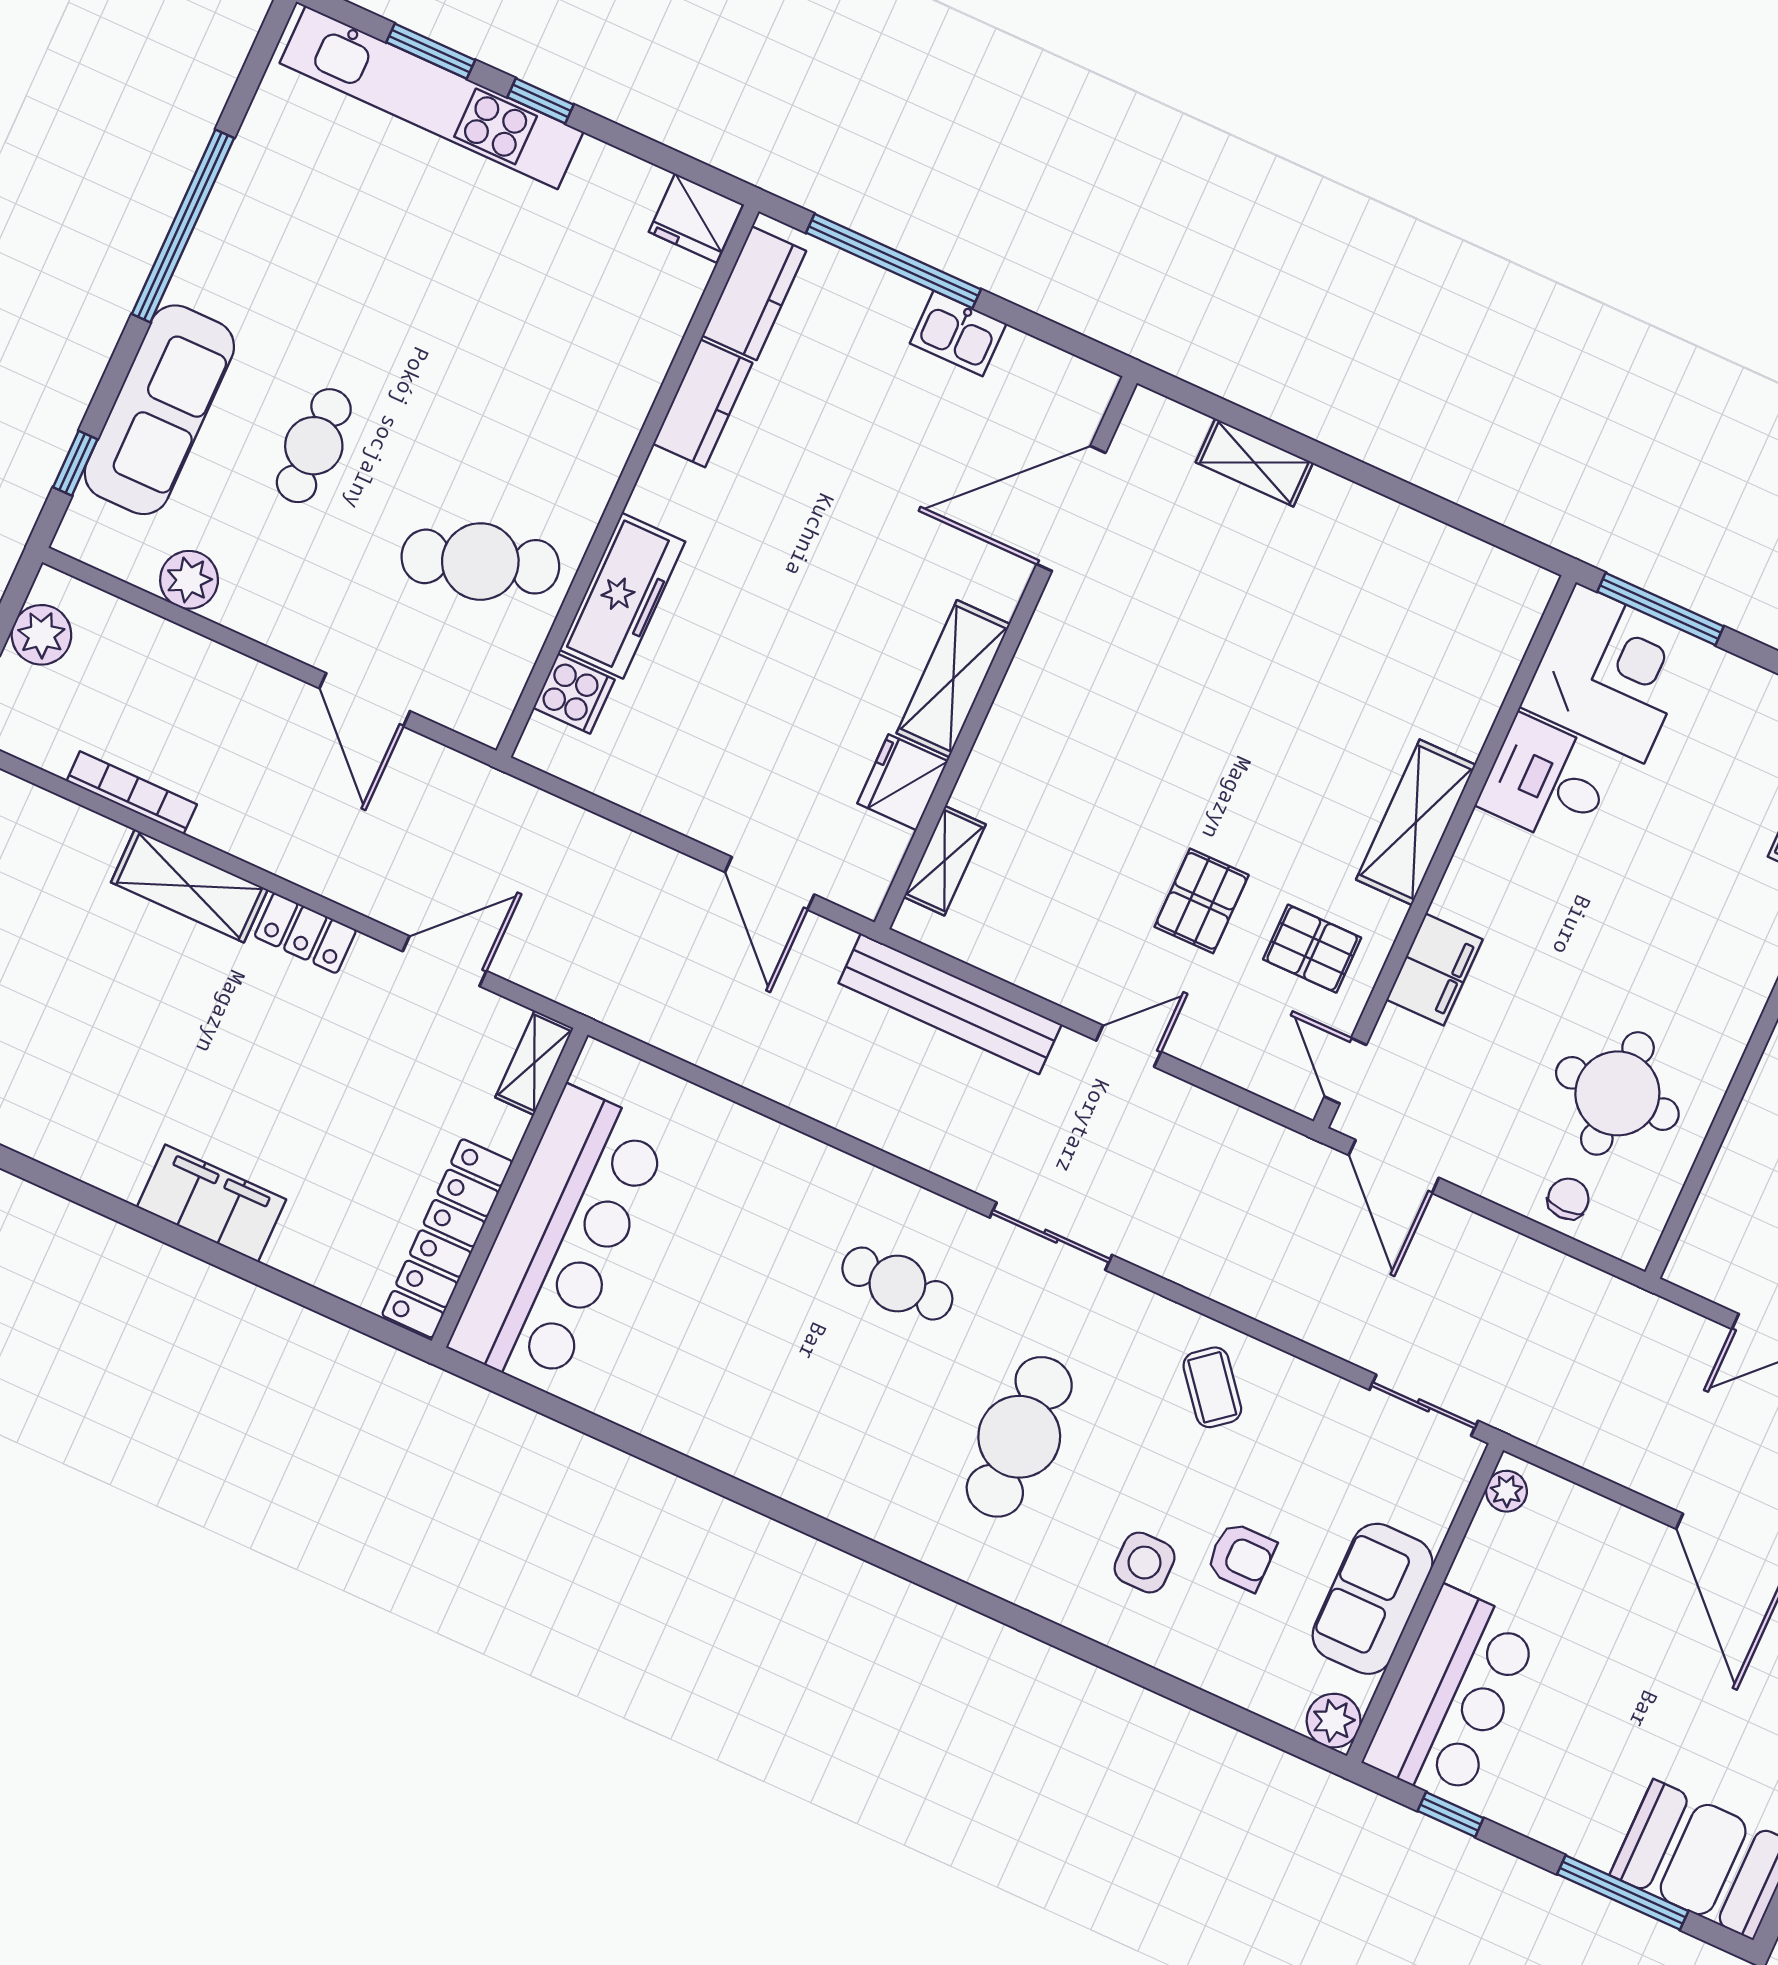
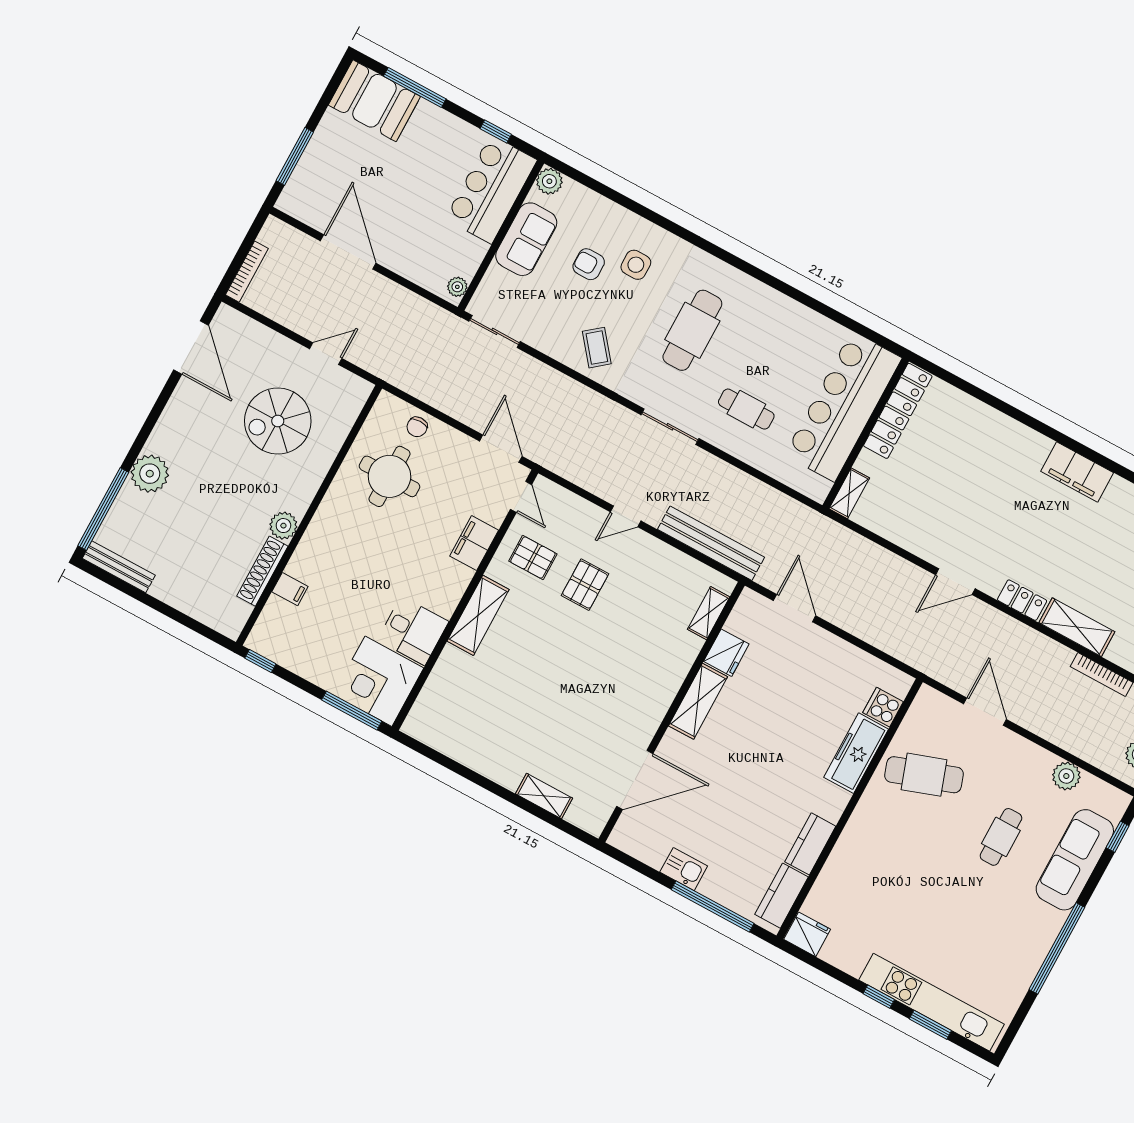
shelving: (534, 1063) -> (849, 493), moved
wall: (510, 1188) -> (866, 433), moved
locker: (447, 1238) -> (898, 411), moved
bar counter: (560, 1239) -> (843, 406), moved

